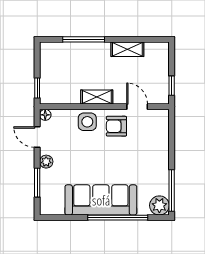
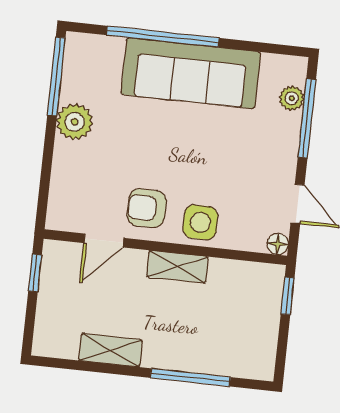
door: (137, 107) -> (104, 241), hinge flipped
armchair: (116, 126) -> (147, 208), turned 180
plant: (46, 162) -> (292, 98), moved
window: (37, 183) -> (307, 118), width x1.44
plant: (159, 205) -> (75, 122), moved

